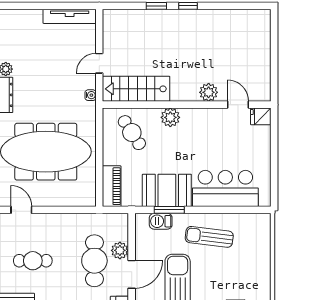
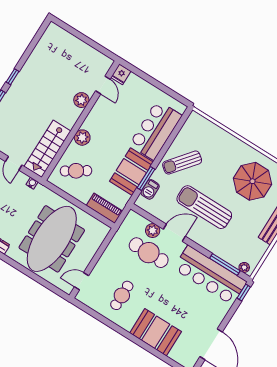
door: (238, 105) -> (103, 85), swing flipped
sun lounger: (209, 237) -> (182, 163), turned 32
door: (132, 274) -> (174, 233), hinge flipped

